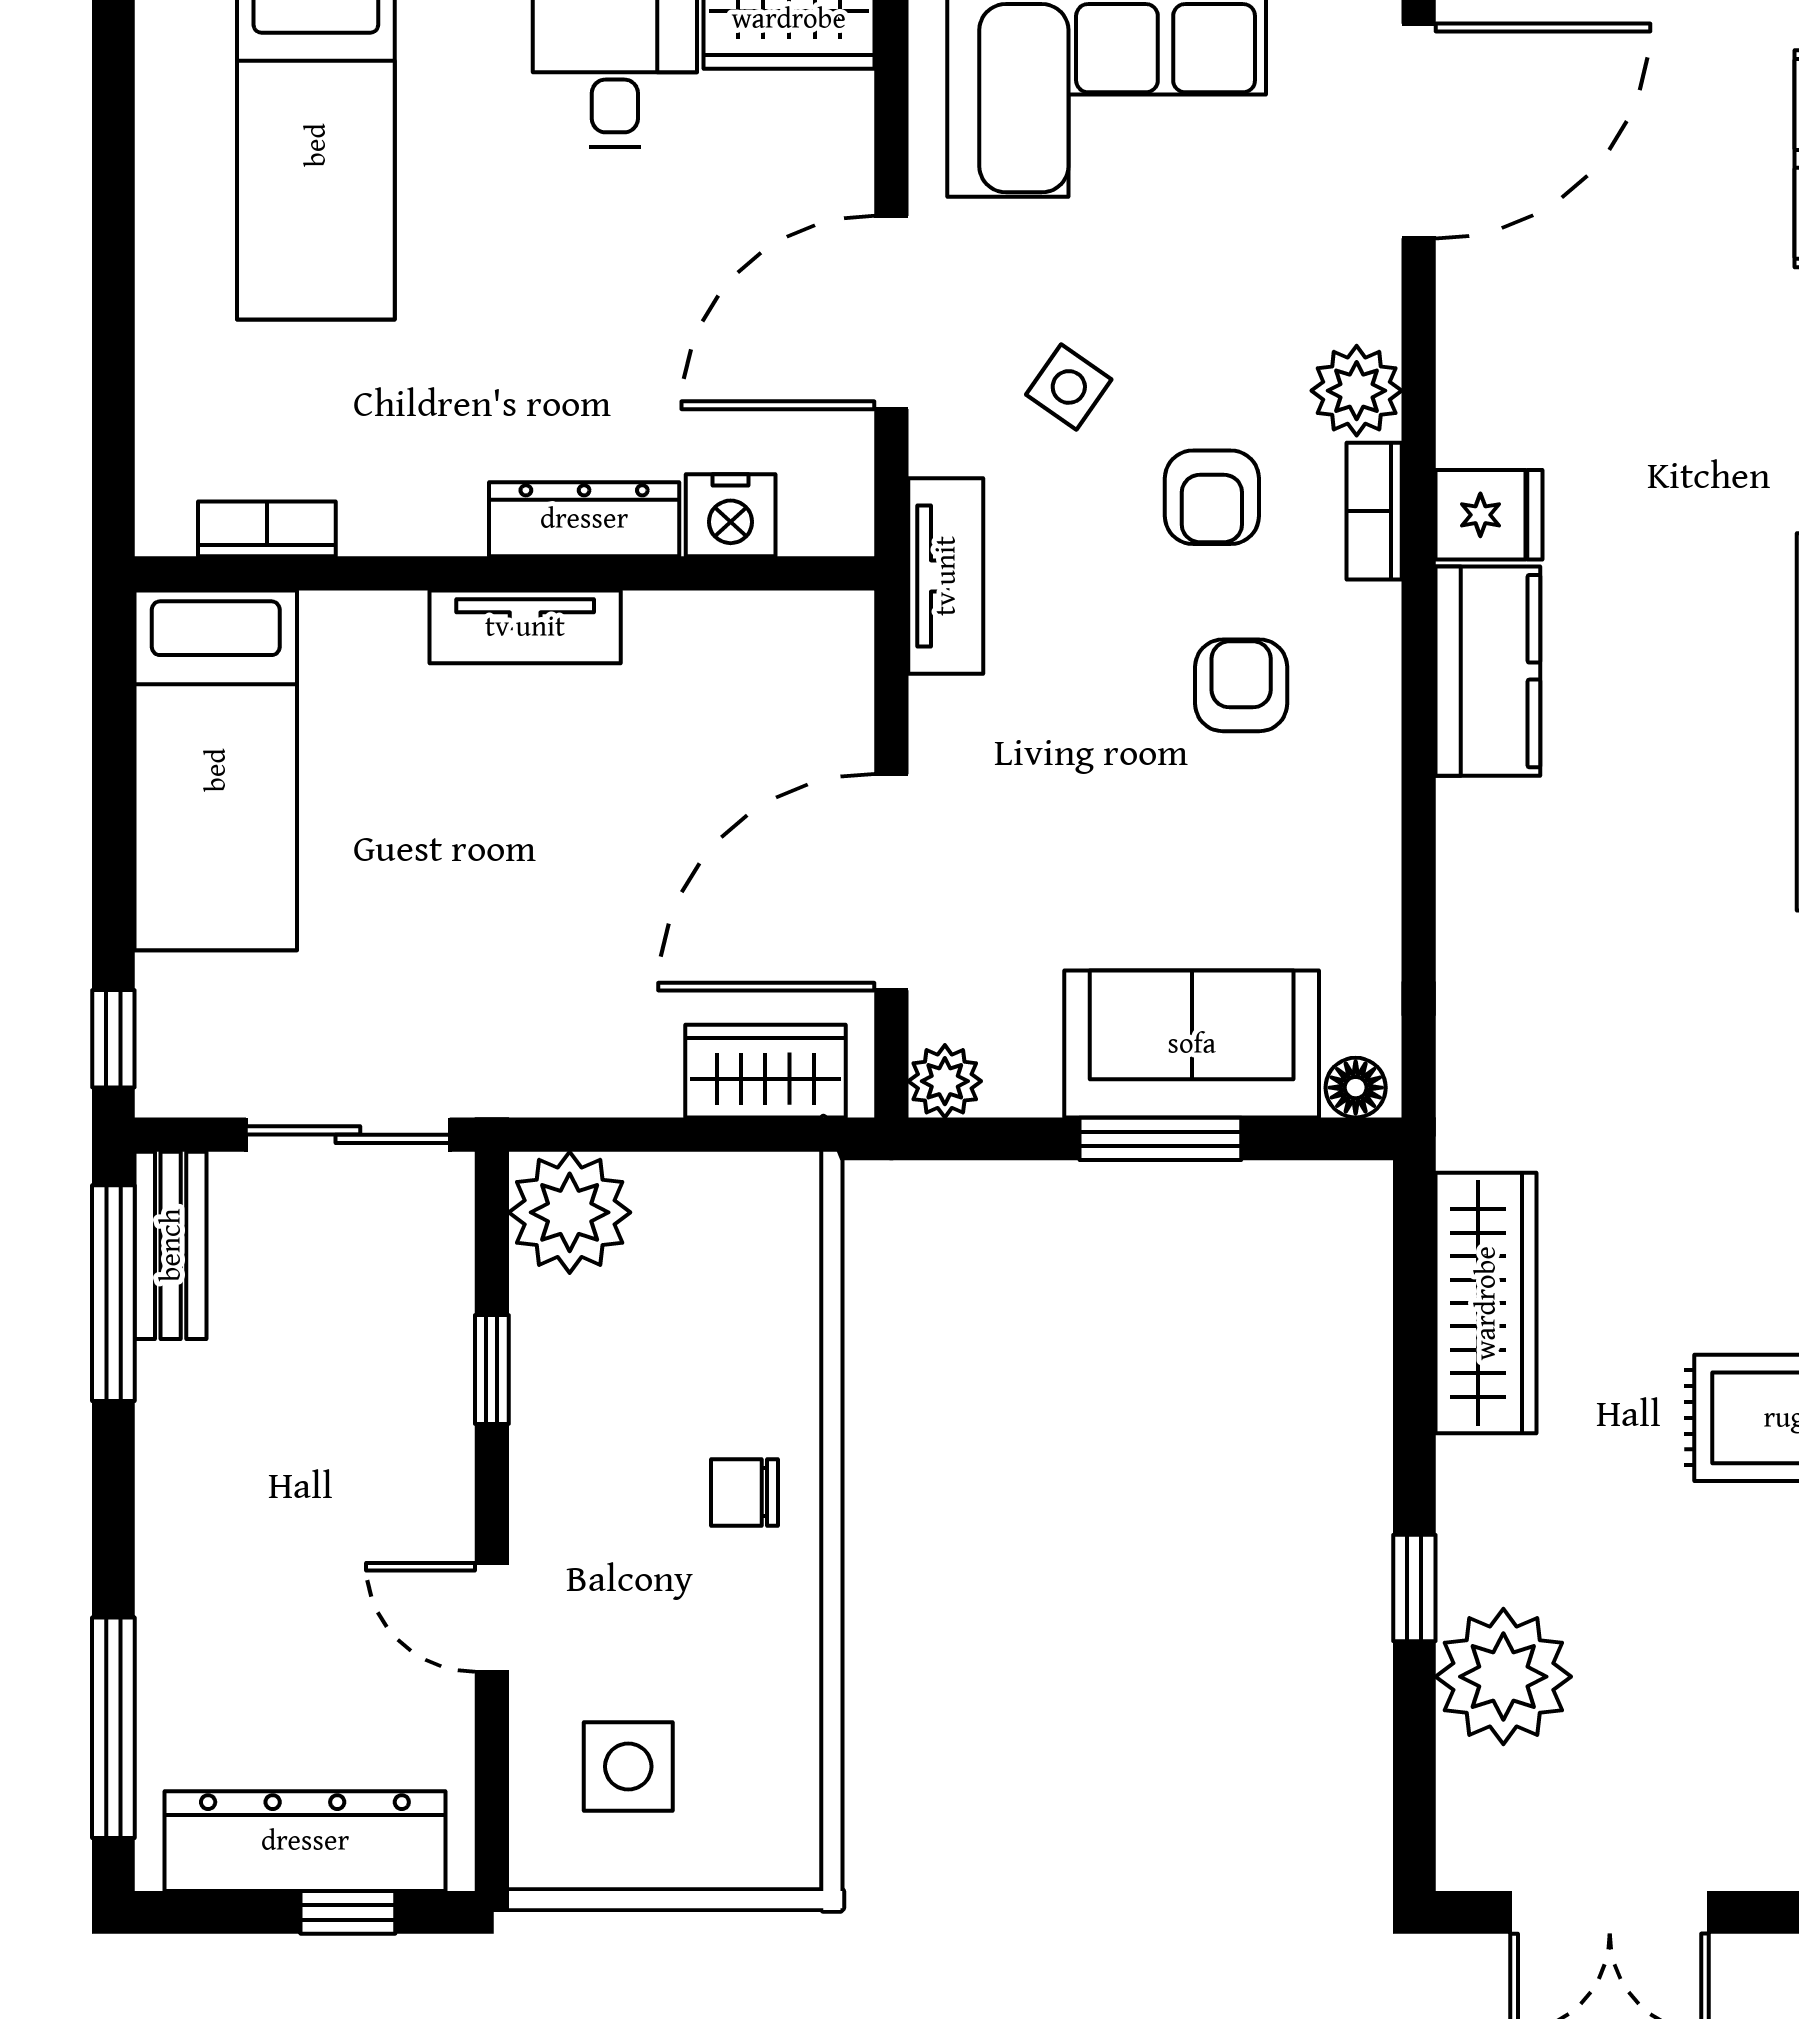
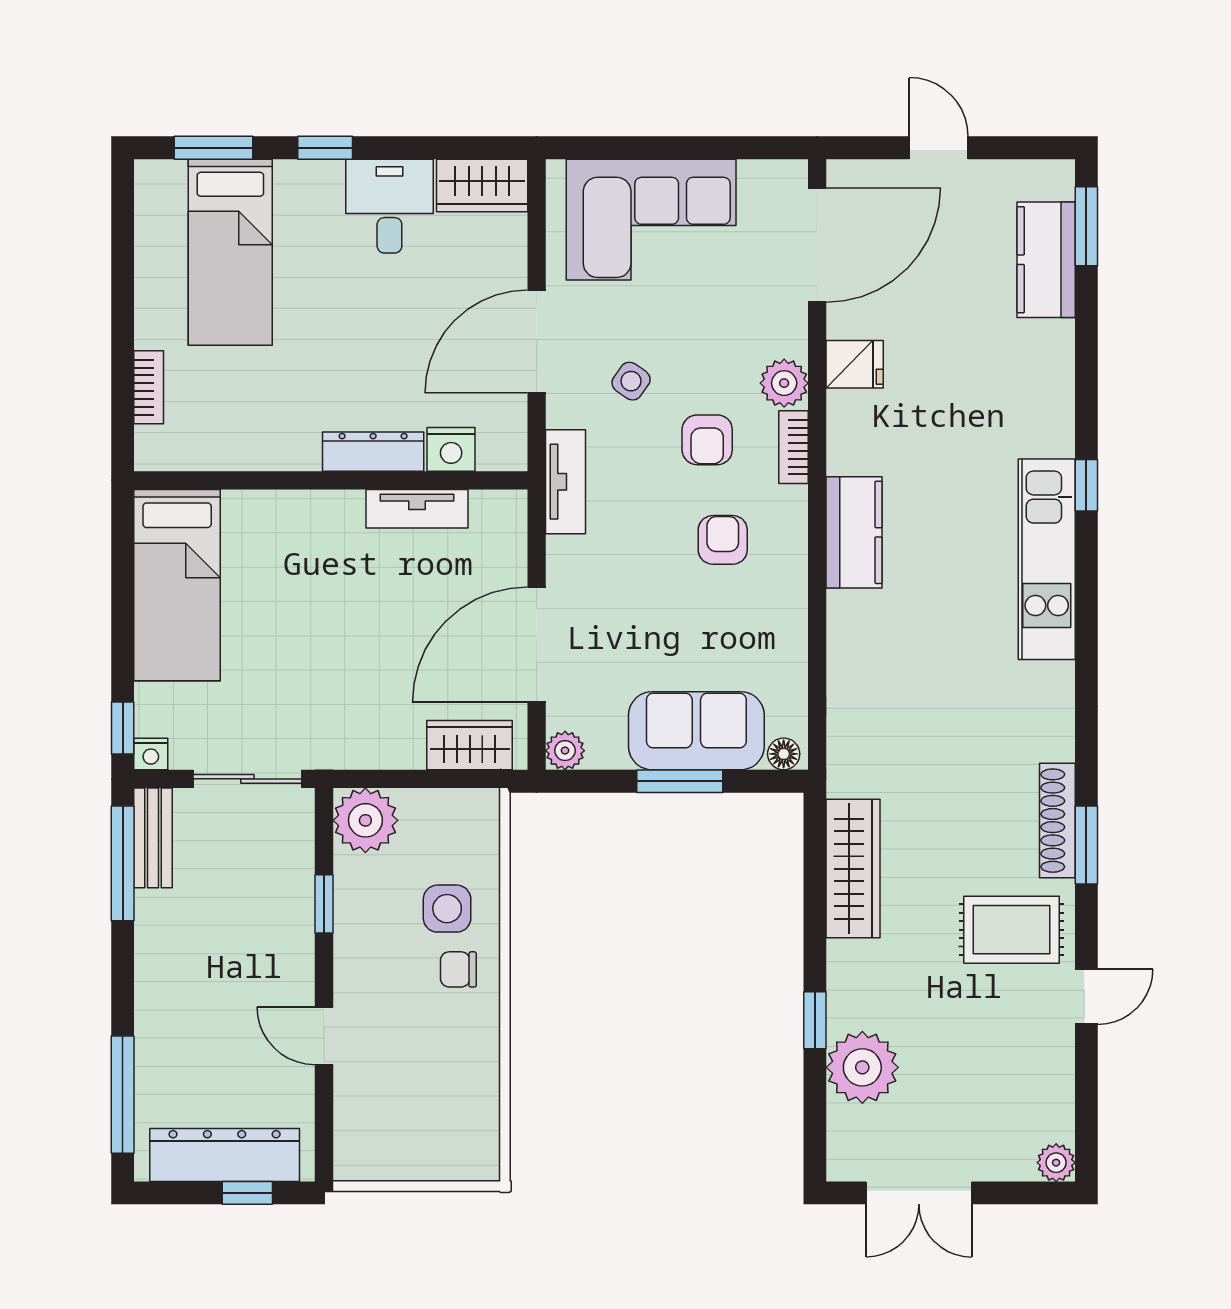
fridge: (1489, 515) -> (855, 364), moved
bookcase: (267, 529) -> (149, 387), moved, turned 90
tv unit: (525, 627) -> (417, 509), moved
nightstand: (166, 1088) -> (151, 754), added
side table: (628, 1767) -> (447, 909), moved

